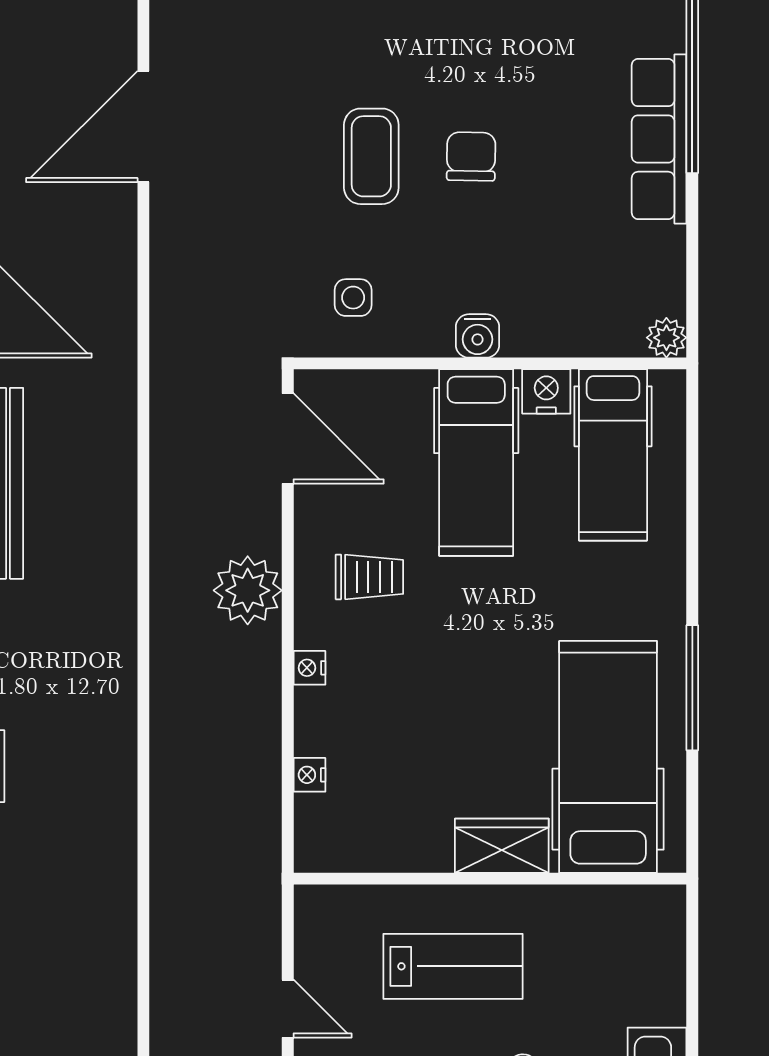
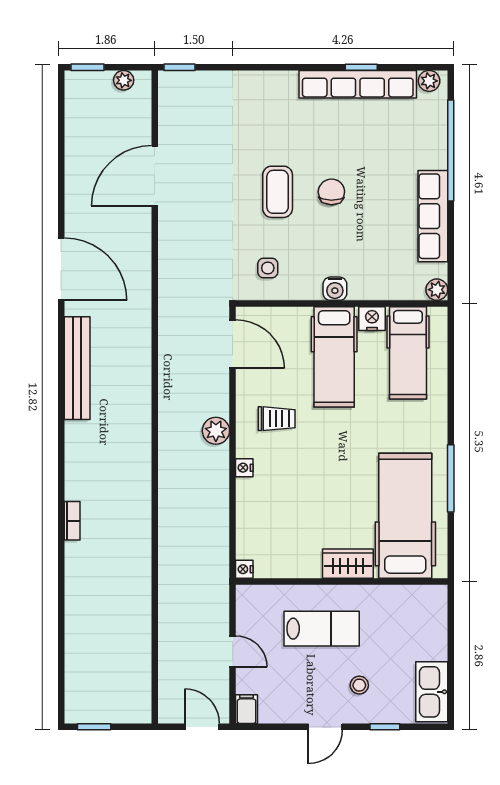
row of seats: (659, 139) -> (433, 216), moved
plant: (248, 590) -> (216, 431), width x0.73, depth x0.73
nightstand: (309, 775) -> (244, 569), moved

